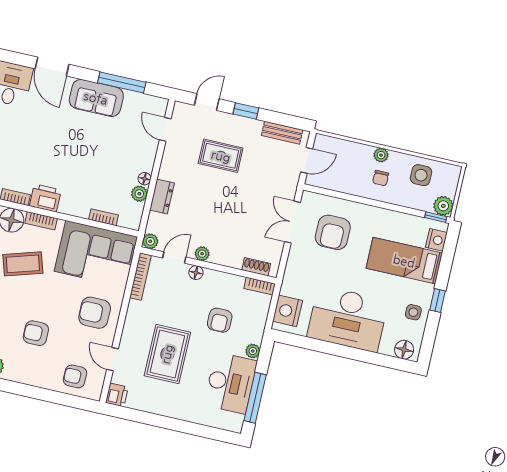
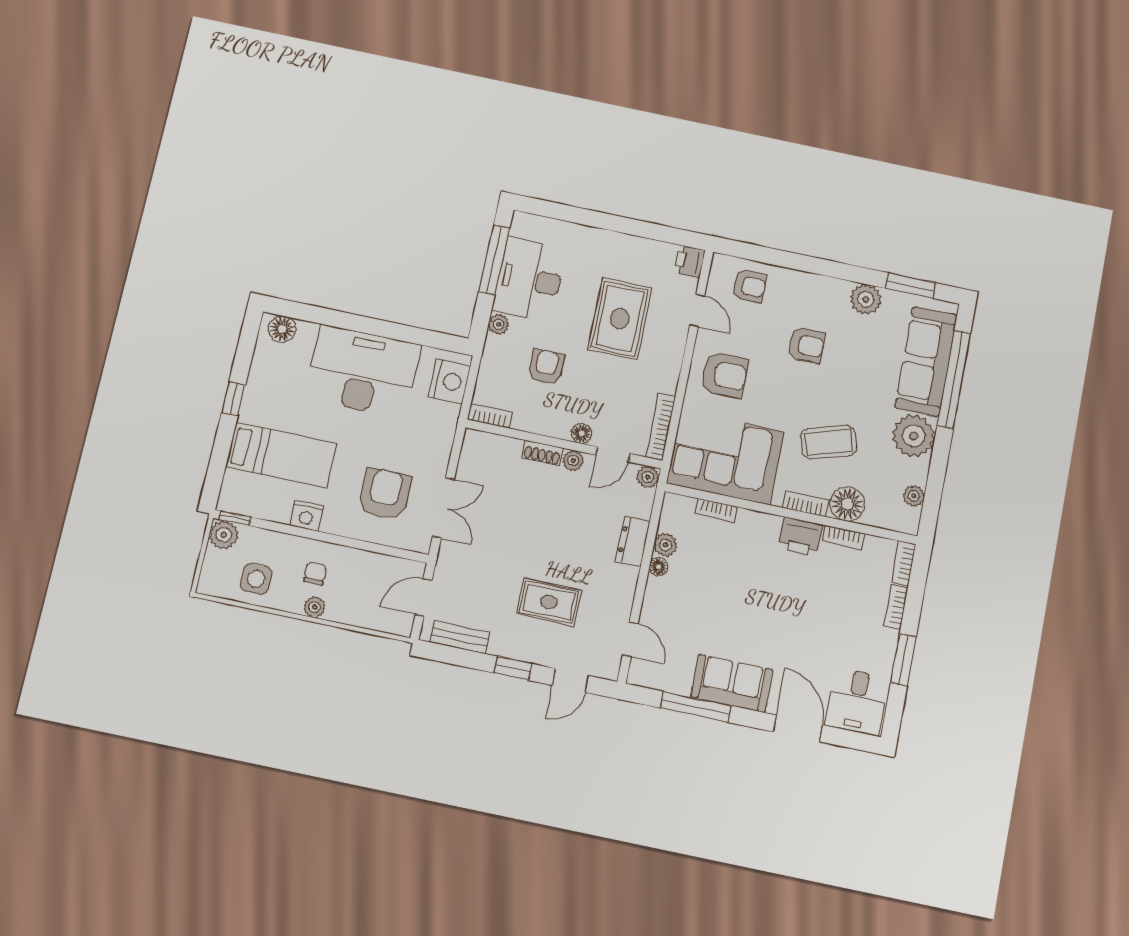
nightstand: (436, 240) -> (306, 516), moved, turned -90
shoe rack: (256, 267) -> (542, 453), moved
side table: (413, 312) -> (268, 382), removed

